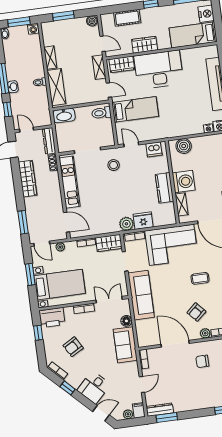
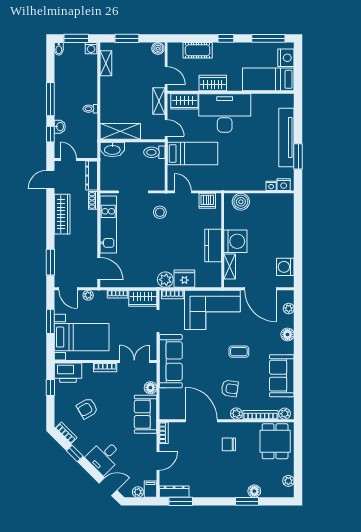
shelving: (50, 58) -> (106, 63), moved
washbasin: (13, 87) -> (60, 127), moved
shelving: (56, 87) -> (120, 131), moved, turned 90
armchair: (196, 312) -> (230, 389), turned -130

